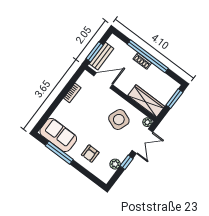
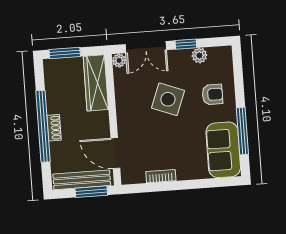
bench: (102, 56) -> (82, 180), width x1.36
side table: (119, 120) -> (168, 99), moved
double door: (142, 141) -> (146, 47), swing flipped

